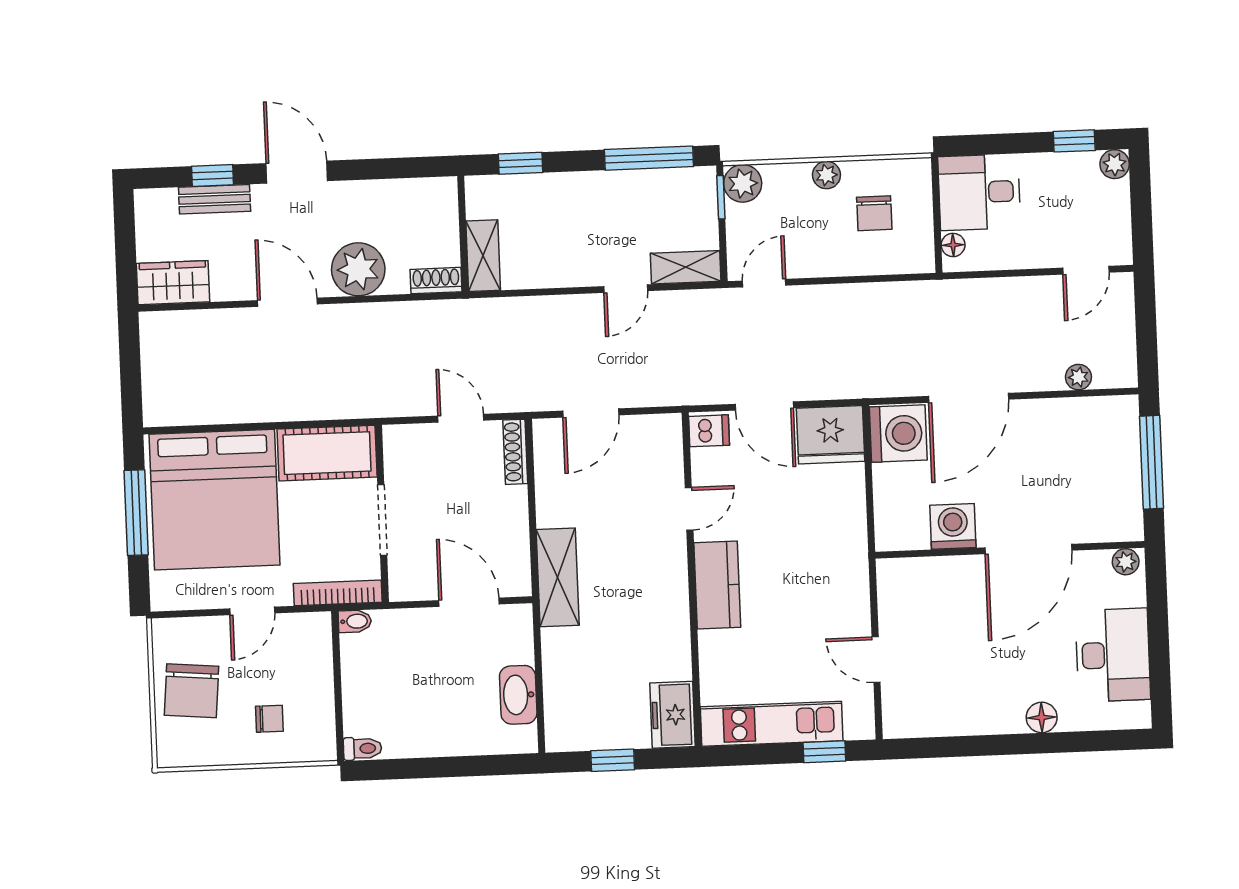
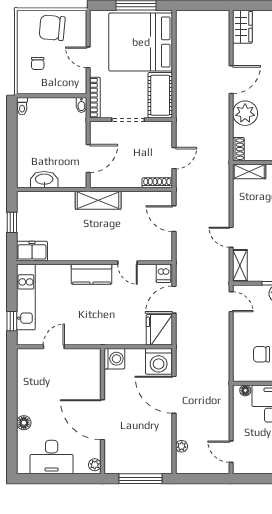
washing machine: (953, 526) -> (114, 359), moved

